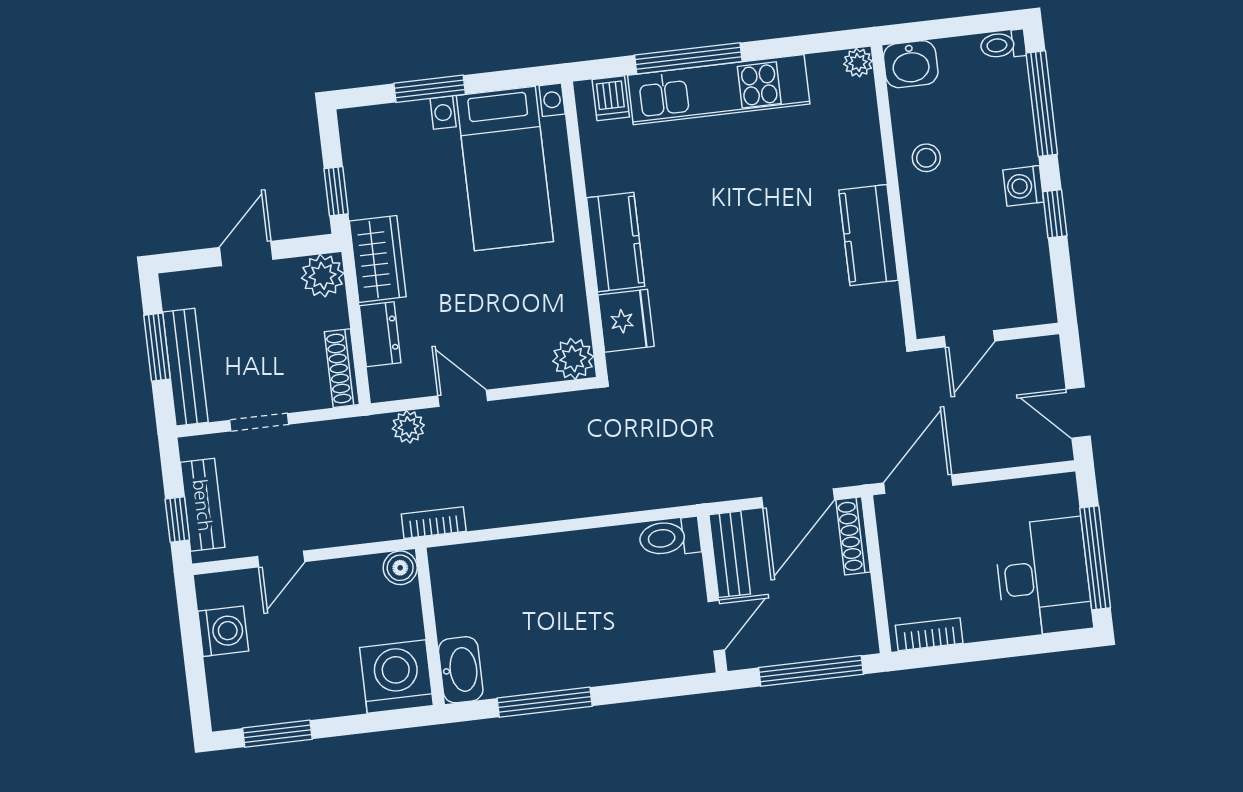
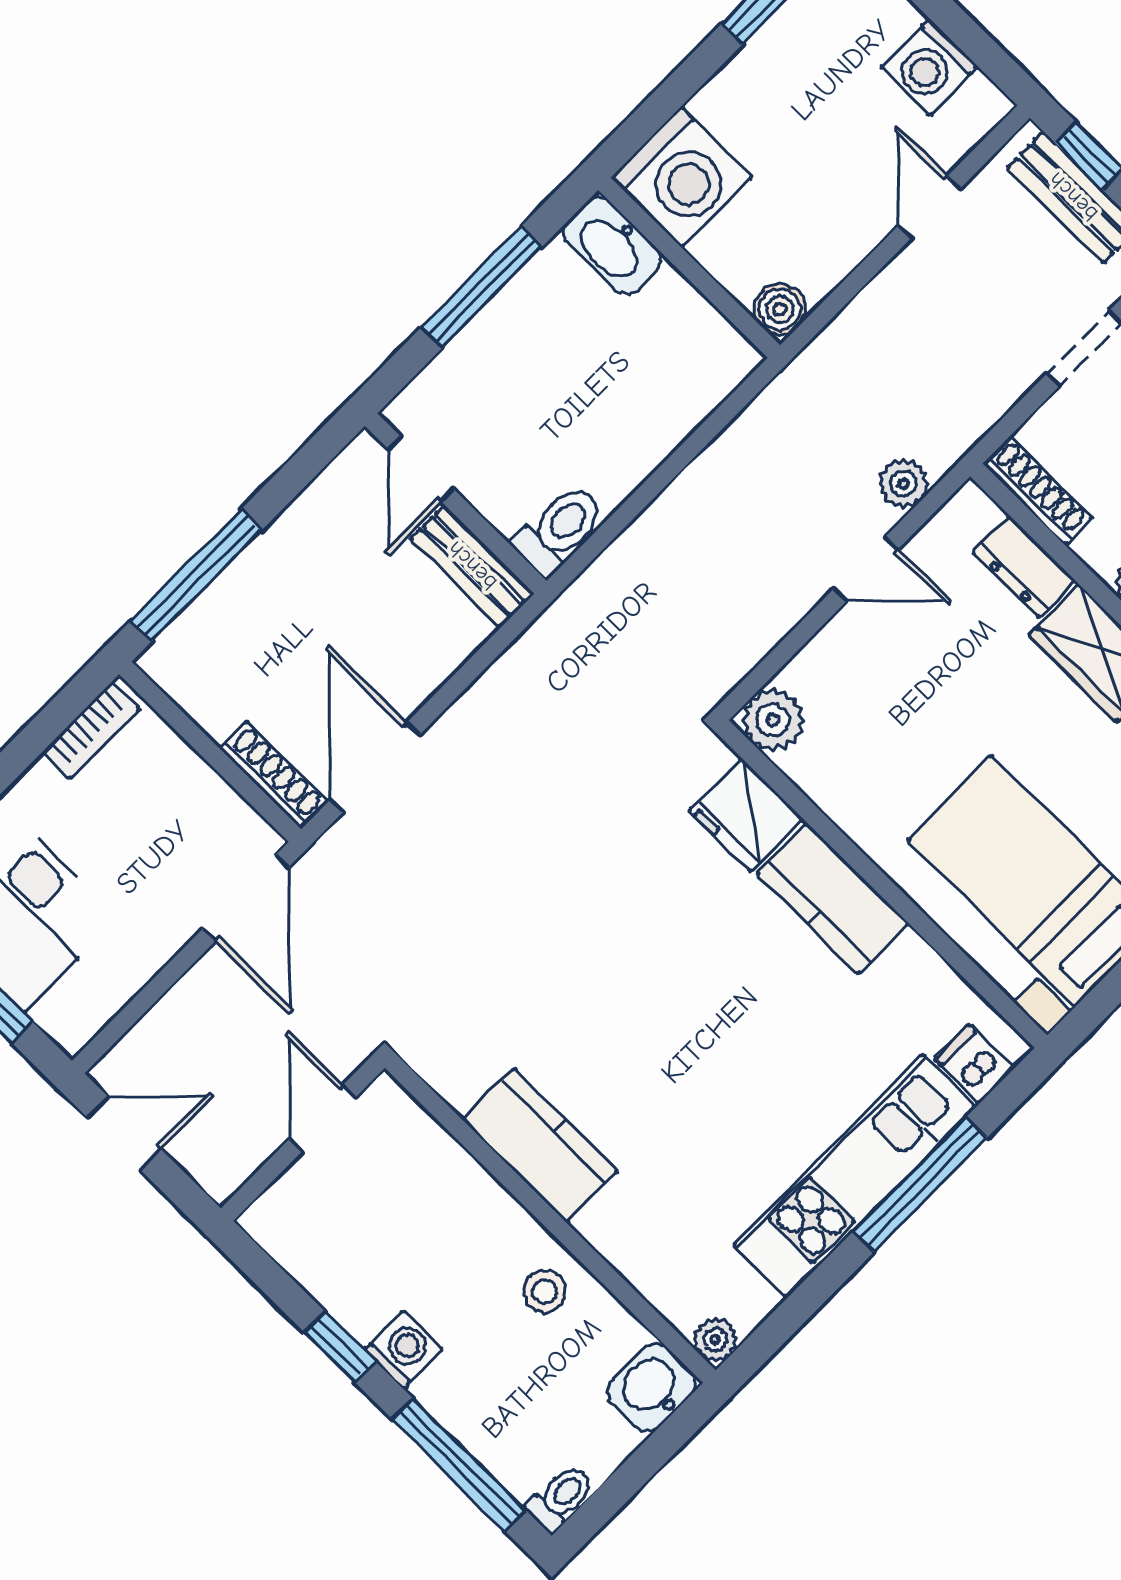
bookcase: (434, 523) -> (783, 394), removed
toilet: (670, 537) -> (559, 530), moved
bench: (730, 554) -> (472, 566), moved
wall: (712, 593) -> (456, 503), moved
door: (716, 626) -> (421, 469), moved

